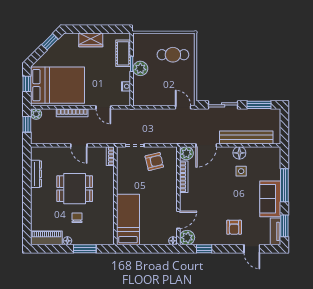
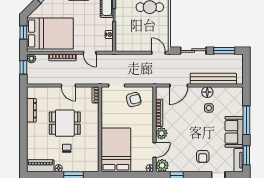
plant: (140, 68) -> (122, 19), removed
plant: (186, 153) -> (161, 133), moved
bed: (128, 220) -> (116, 150), width x1.50

